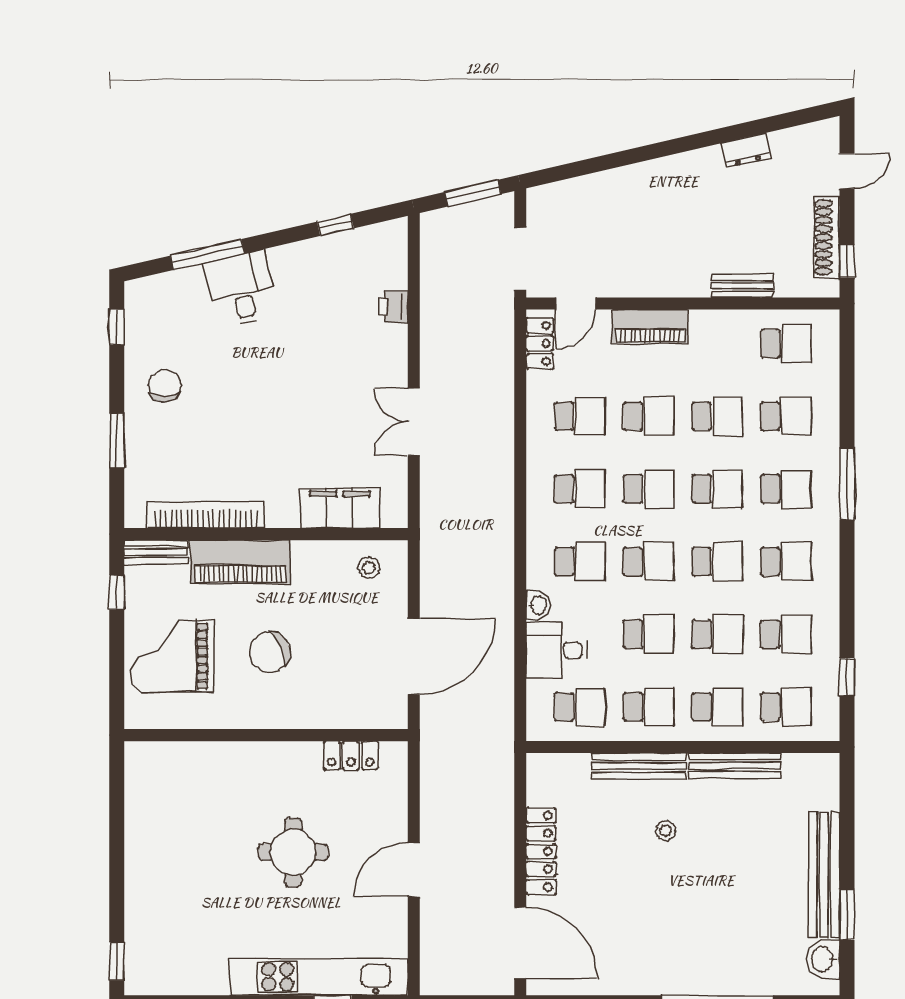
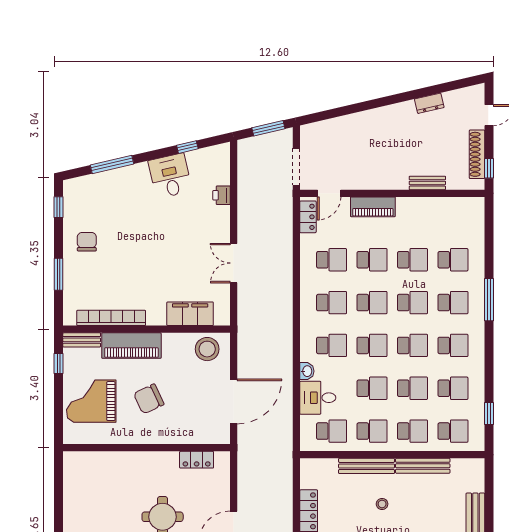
desk: (241, 289) -> (170, 176), moved
school desk: (786, 344) -> (453, 217), removed
stool: (369, 568) -> (207, 349), width x1.89, depth x1.89

